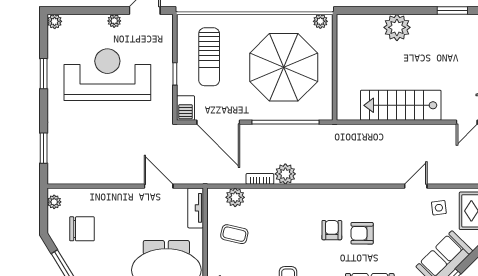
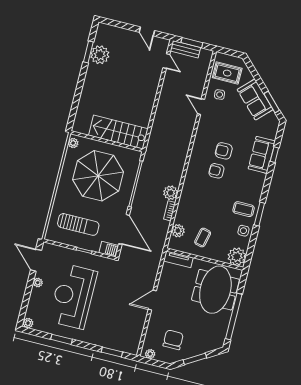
plant: (397, 27) -> (100, 55), moved
stairs: (401, 105) -> (118, 132), moved, turned 90
door: (218, 122) -> (124, 229), hinge flipped
door: (159, 186) -> (152, 300), moved
armchair: (362, 233) -> (224, 151), turned 90

